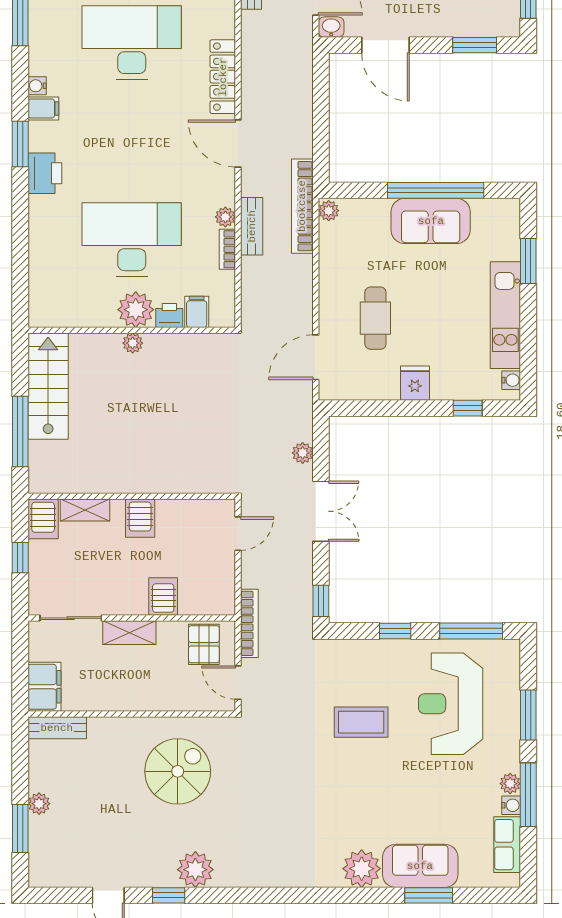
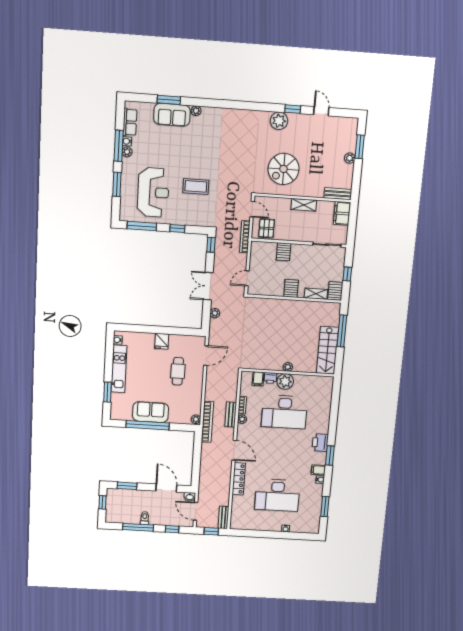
window: (468, 408) -> (138, 329), removed
shelving: (129, 633) -> (304, 205), moved
plant: (362, 869) -> (196, 111), width x0.53, depth x0.53

